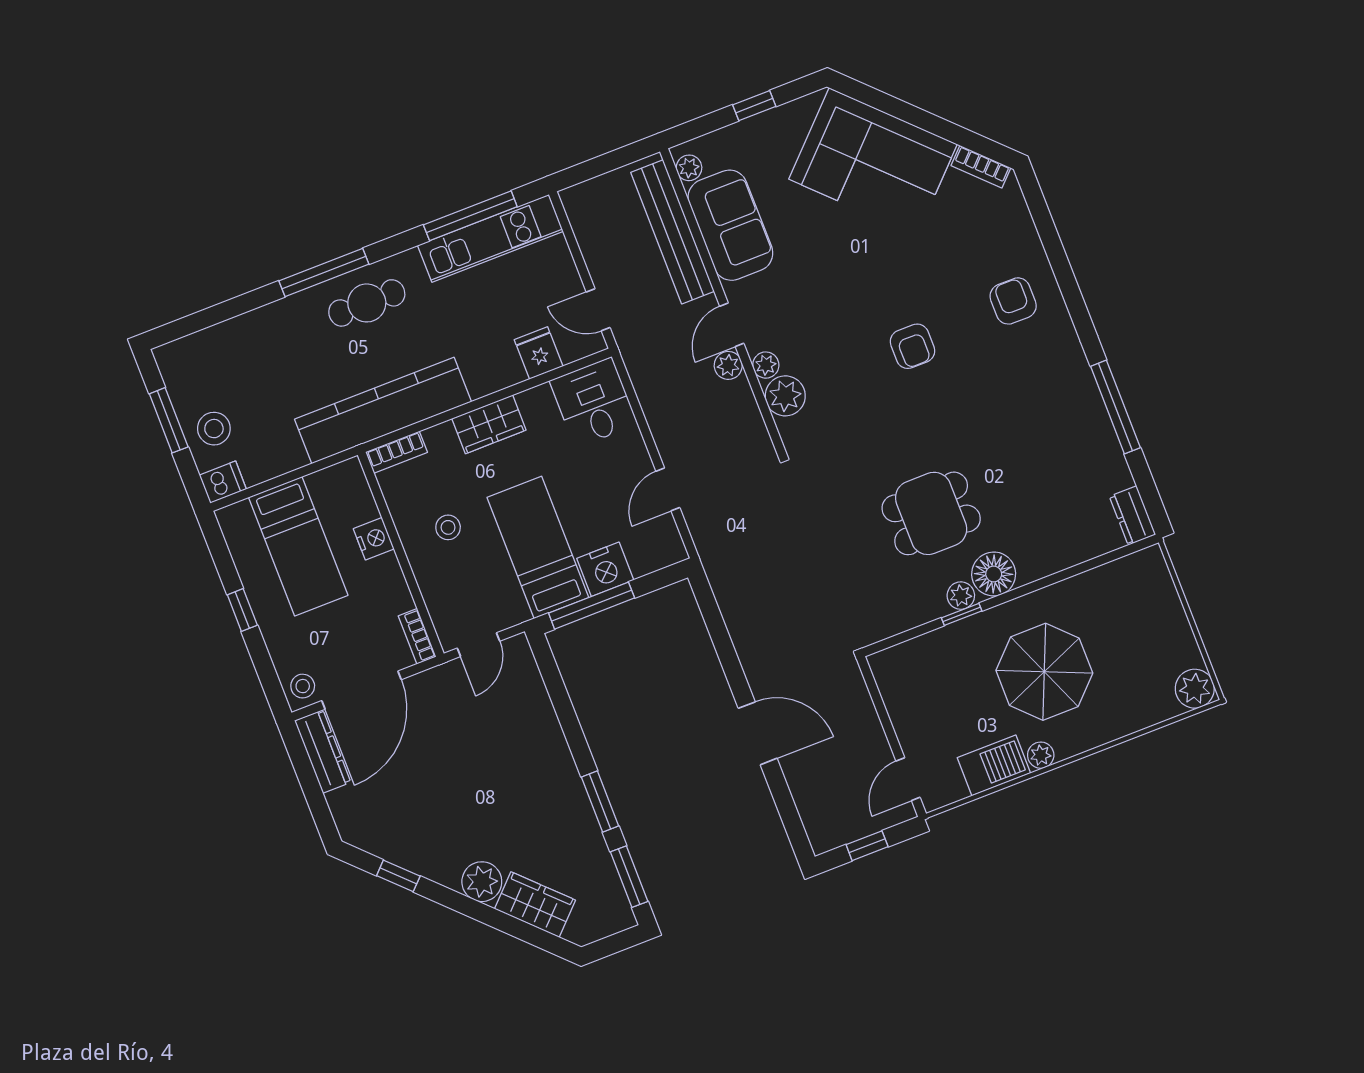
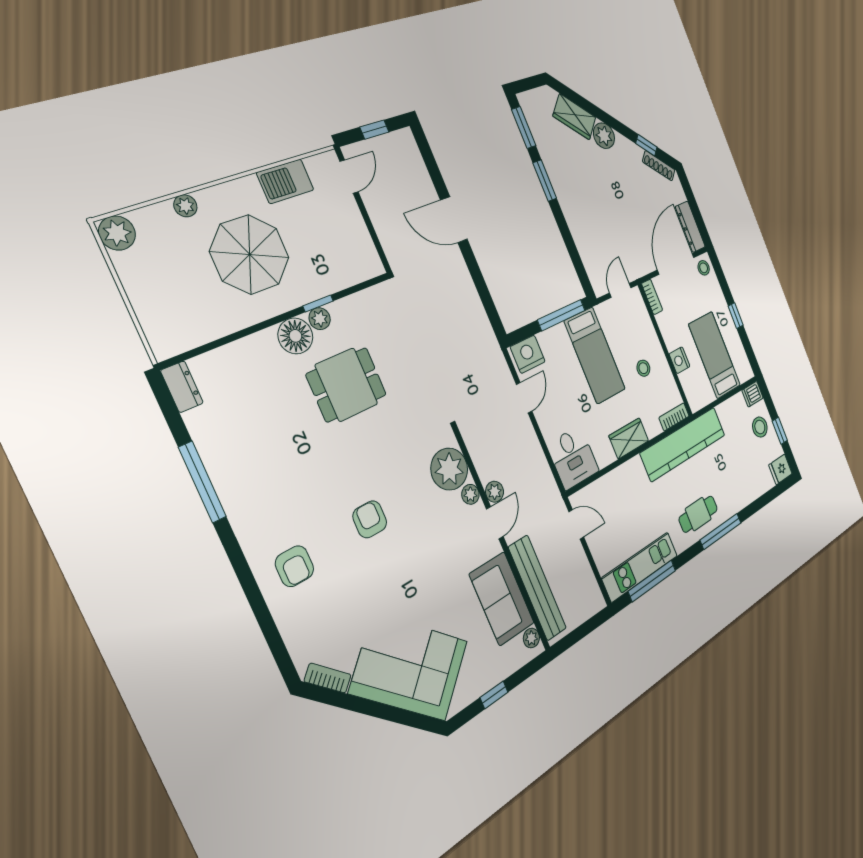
fridge: (539, 353) -> (780, 469), moved, turned 90
plant: (785, 396) -> (449, 469), width x1.36, depth x1.36
window: (169, 420) -> (780, 431), width x0.67
nightstand: (605, 569) -> (528, 354), moved
plant: (1041, 755) -> (185, 206), moved
shoe rack: (377, 845) -> (659, 166), added

